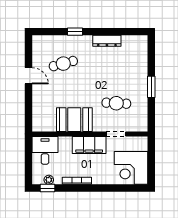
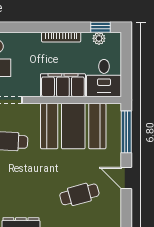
window: (28, 110) -> (126, 132), added
booth: (74, 120) -> (73, 126), width x1.36, depth x1.42
filing cabinet: (89, 145) -> (63, 85), moved

